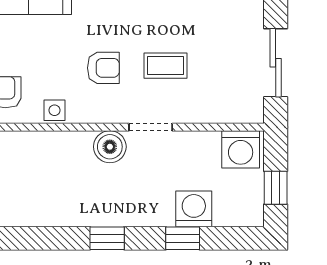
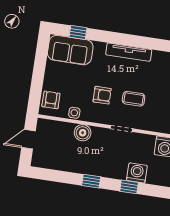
boiler: (110, 147) -> (83, 133), moved

